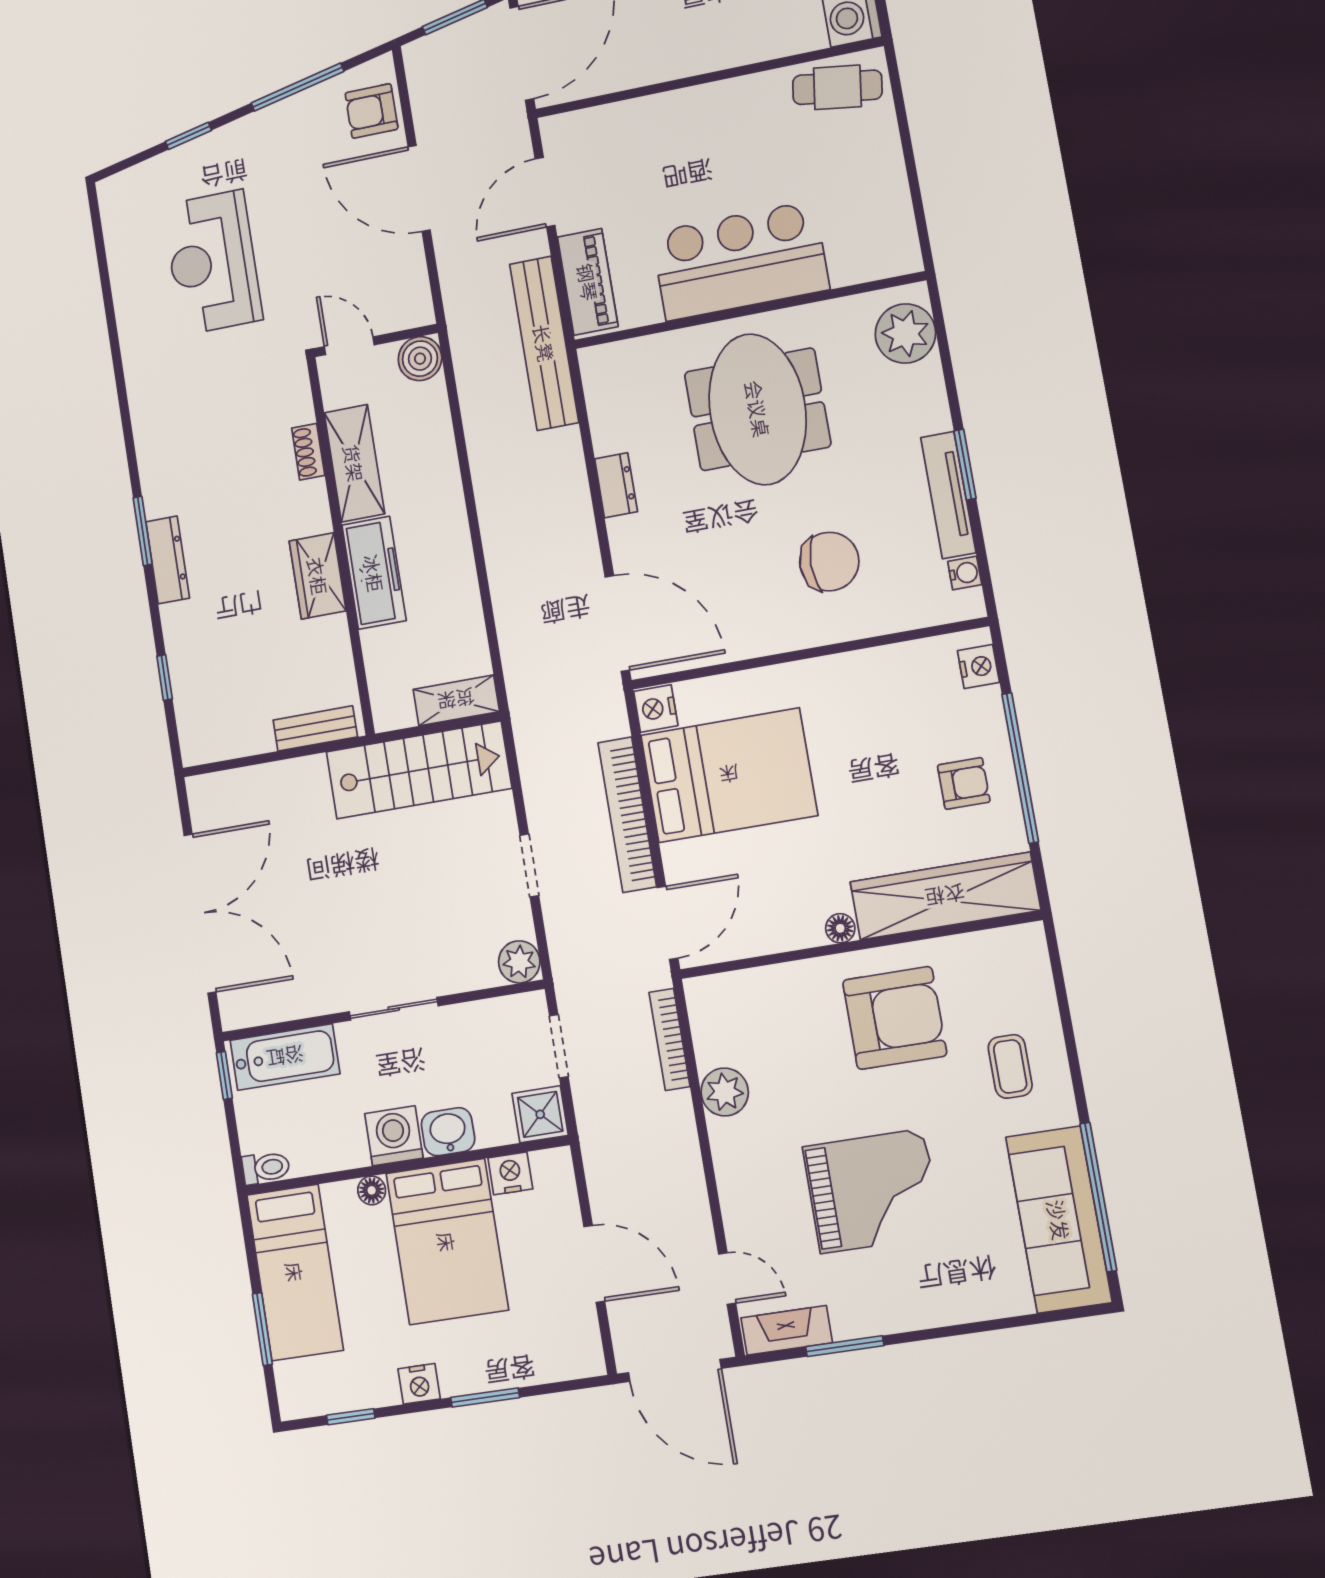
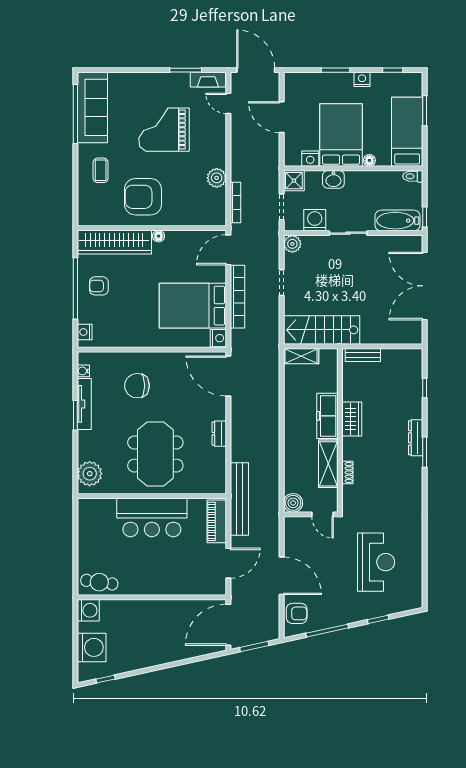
washing machine: (394, 1136) -> (315, 220), moved, turned 180

